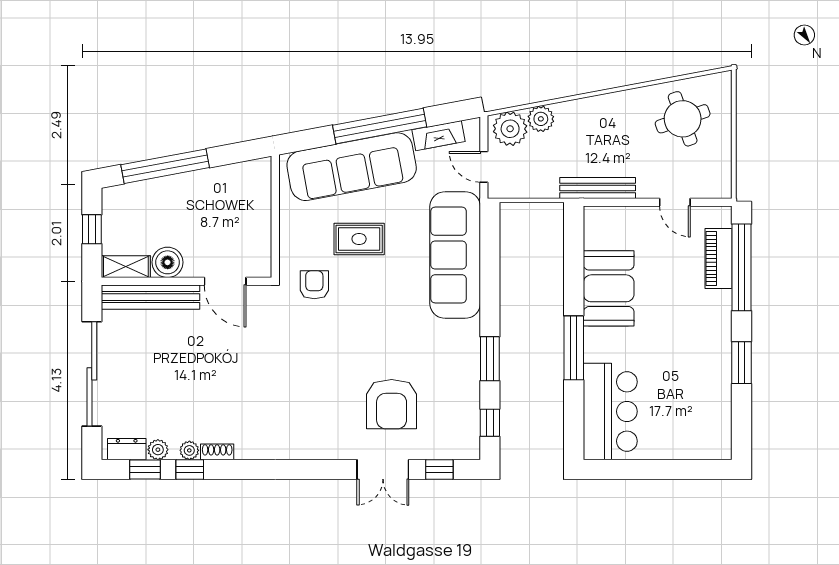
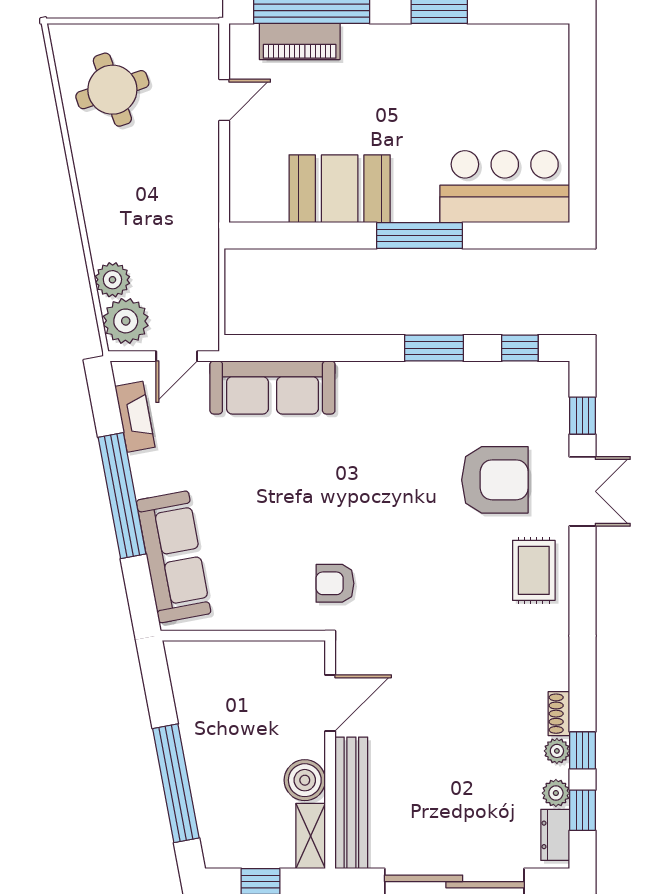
sofa: (352, 167) -> (174, 557), width x0.74, depth x0.79
bench: (598, 188) -> (205, 203), removed
rug: (359, 239) -> (534, 570), moved
sofa: (455, 255) -> (272, 387), width x0.74, depth x0.79

